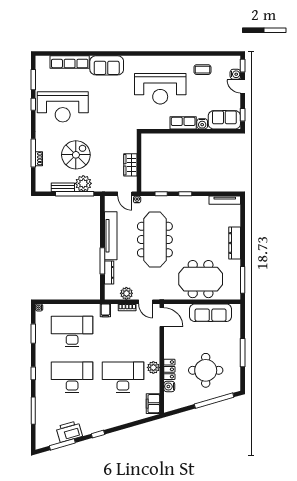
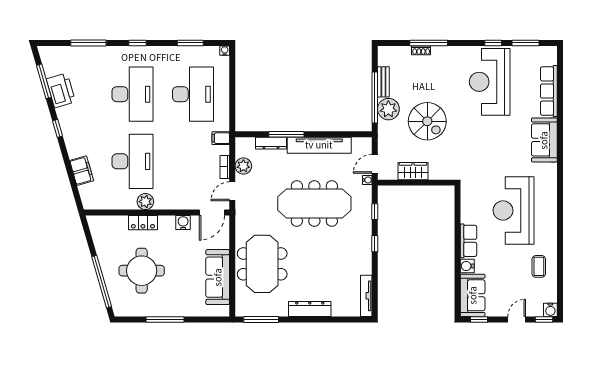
water cooler: (235, 74) -> (550, 310), moved
spiral stairs: (76, 155) -> (427, 121), moved
water cooler: (169, 386) -> (183, 223), moved
filing cabinet: (153, 404) -> (82, 171), moved, turned 74

